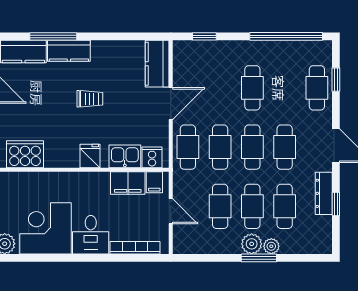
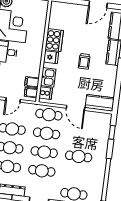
cooker: (25, 154) -> (54, 40), moved
filing cabinet: (128, 183) -> (32, 82), width x0.50

